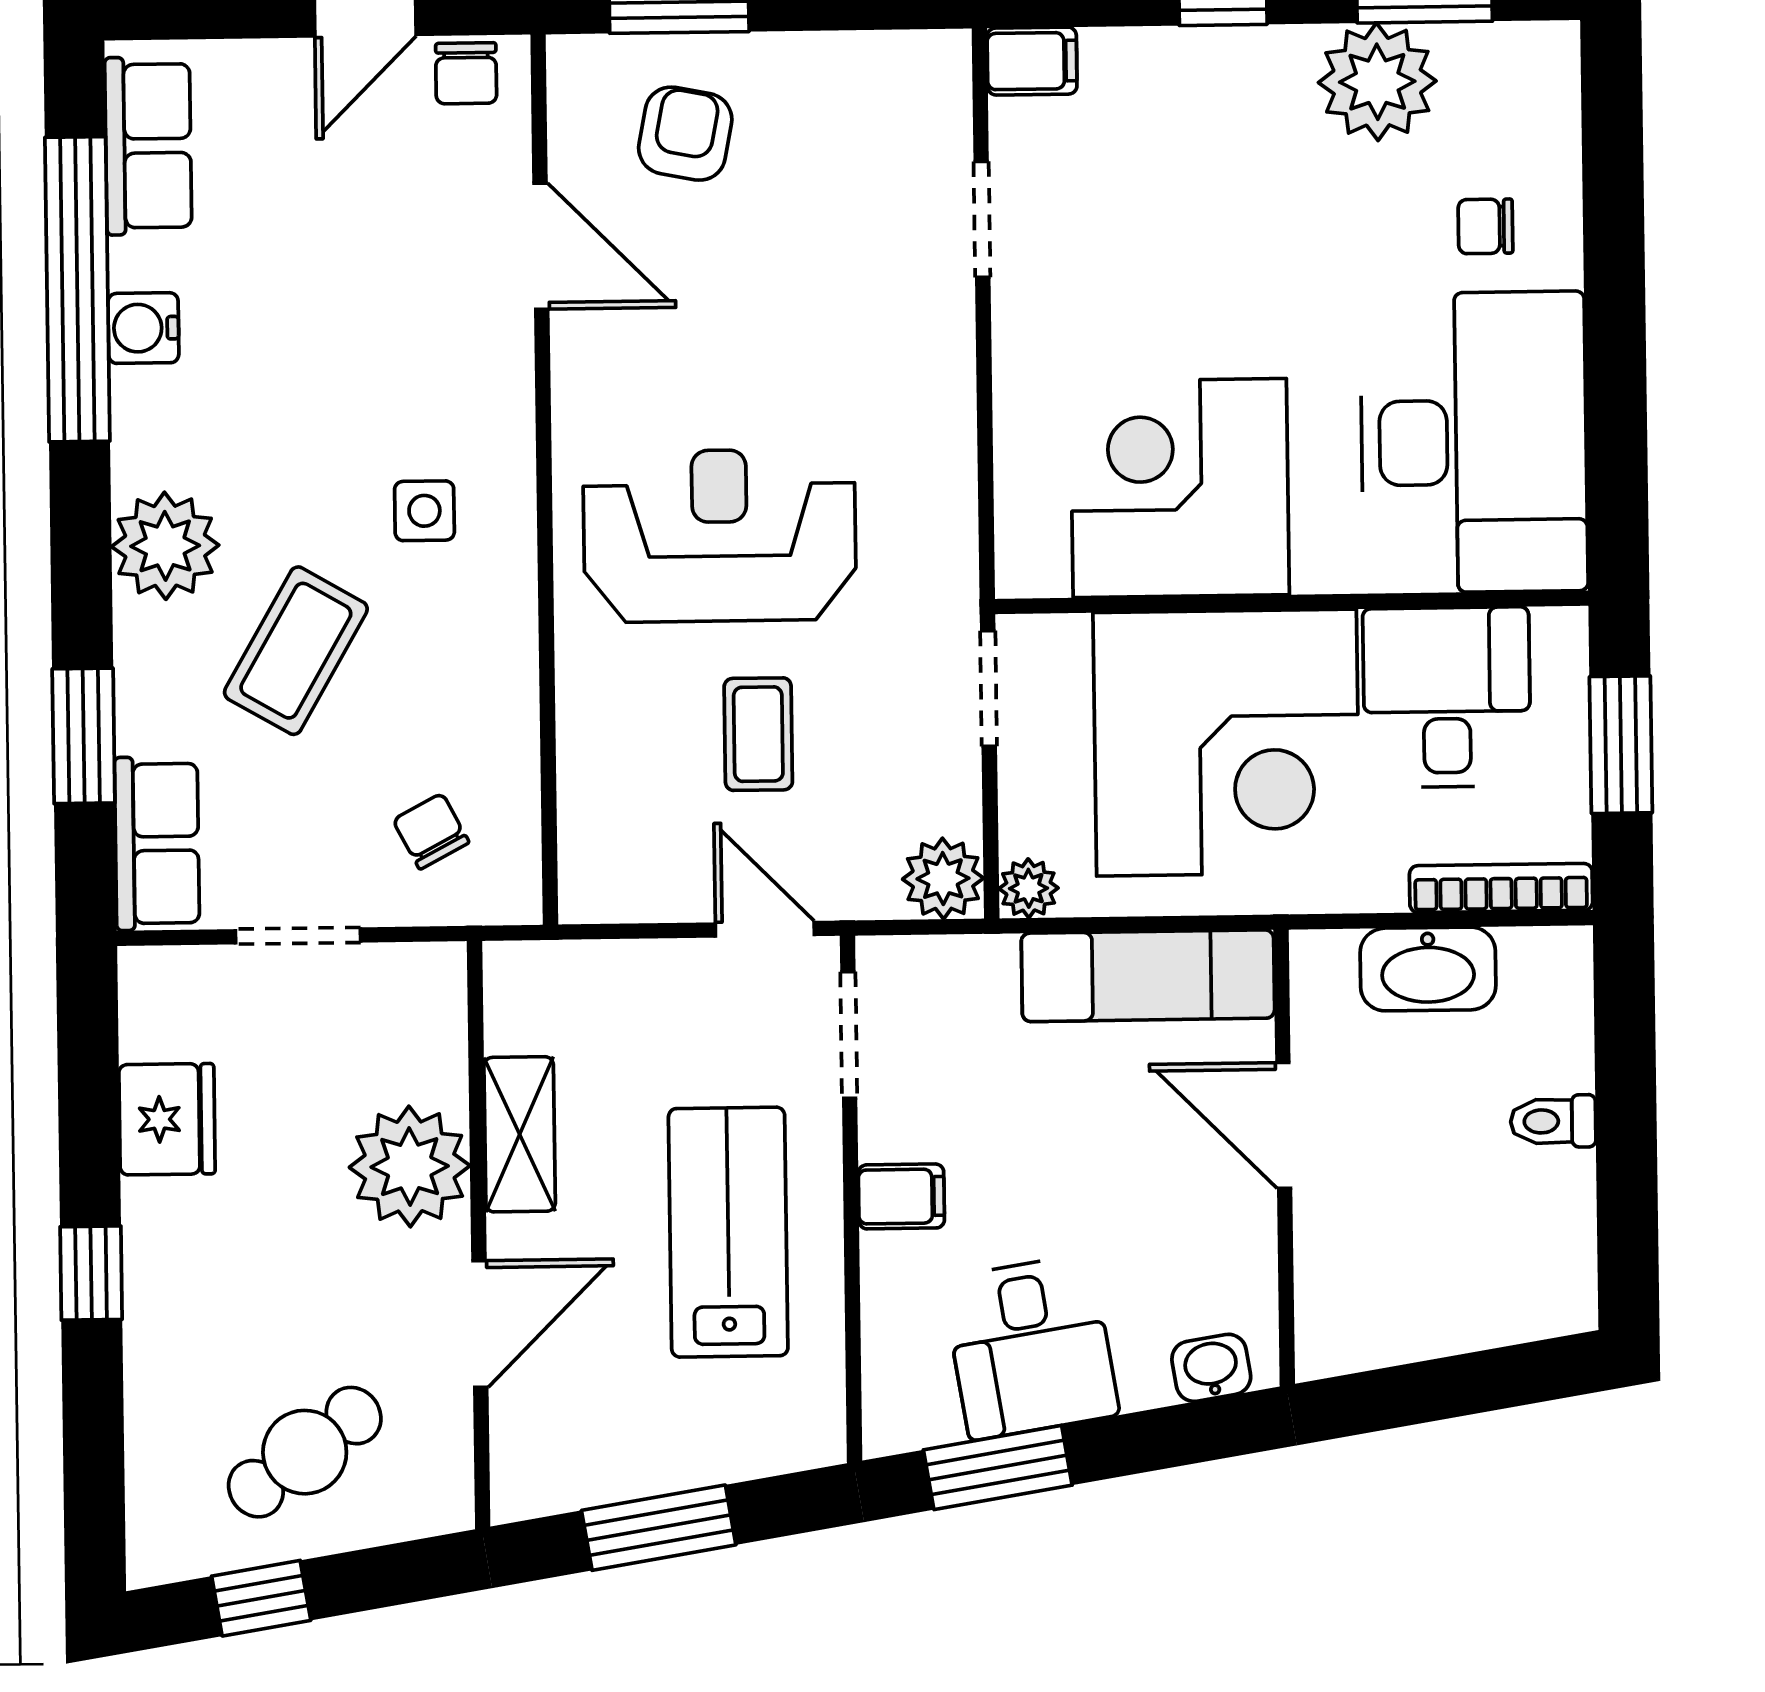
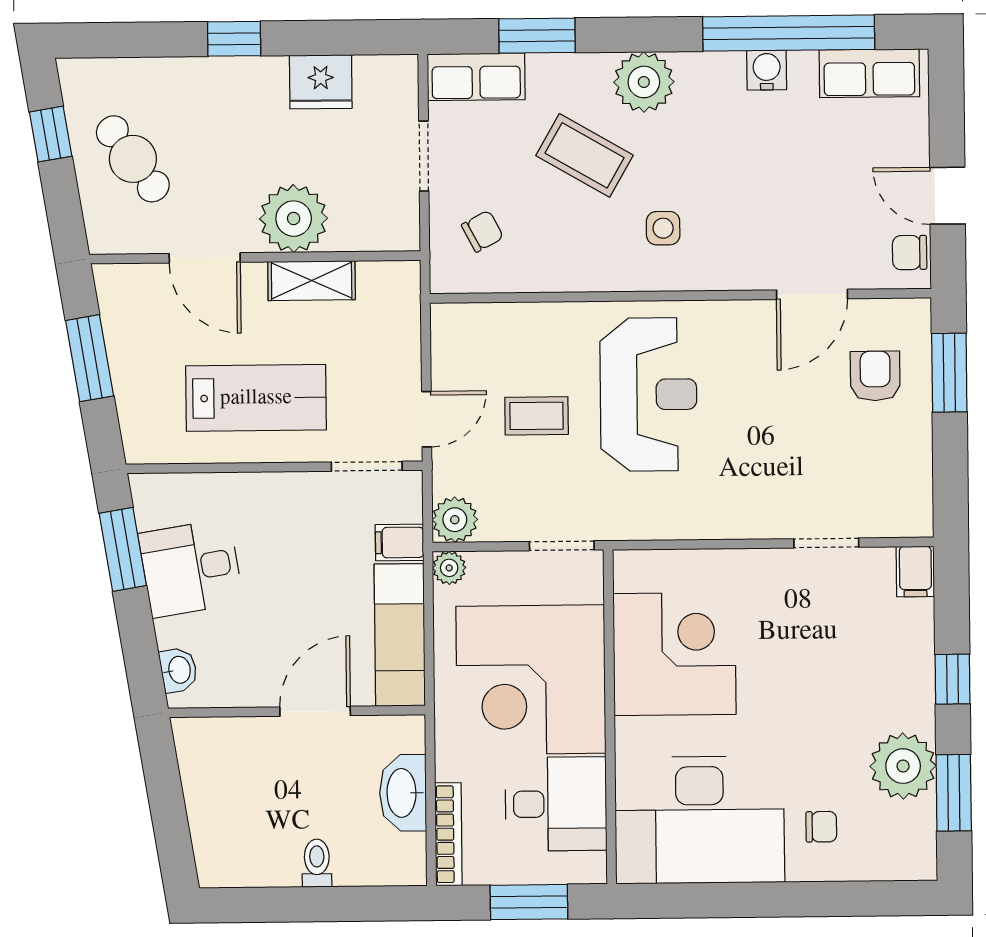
armchair: (685, 134) -> (875, 376), turned -101
chair: (1485, 226) -> (821, 827), turned 90
filing cabinet: (901, 1196) -> (400, 542), moved, turned 90

